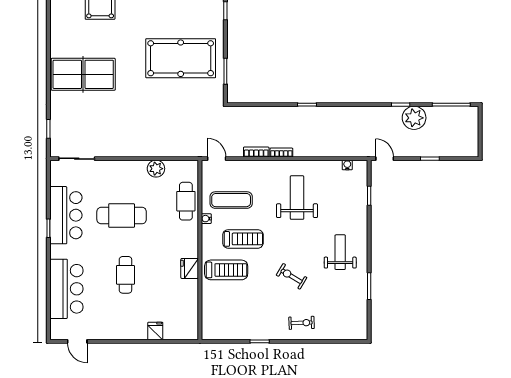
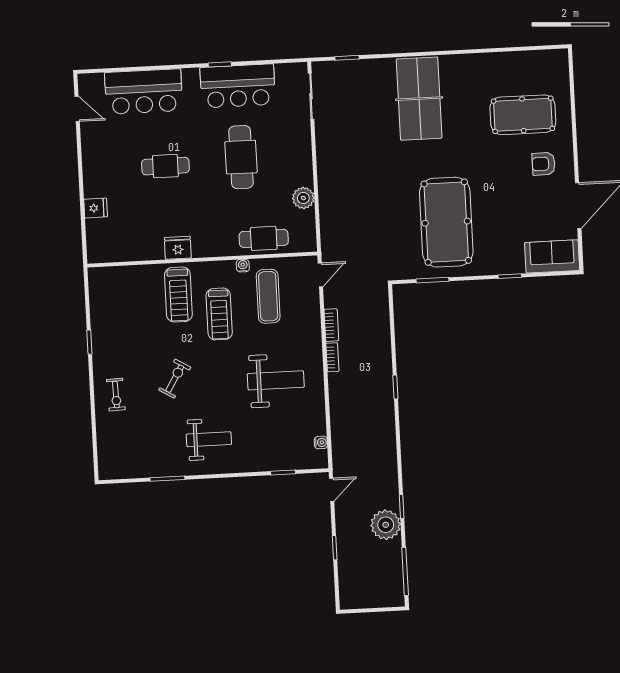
door: (77, 341) -> (77, 109), swing flipped

